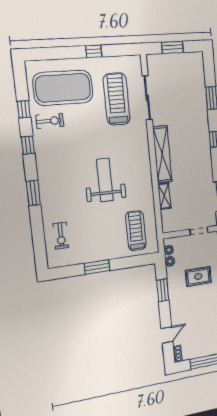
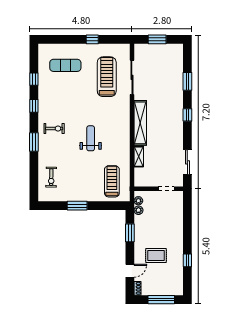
exercise mat: (63, 88) -> (65, 65), width x0.50, depth x0.69
exercise bike: (50, 121) -> (54, 129), moved
weight bench: (105, 180) -> (91, 138), width x0.73, depth x0.75
rug: (198, 276) -> (156, 255), moved

